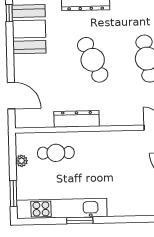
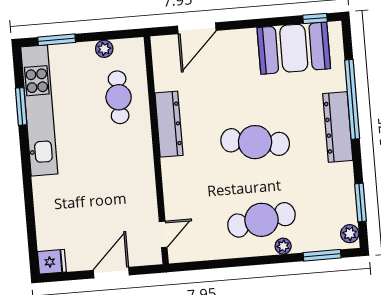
cafe table: (93, 60) -> (255, 142), turned 33
window: (80, 220) -> (21, 106), moved

